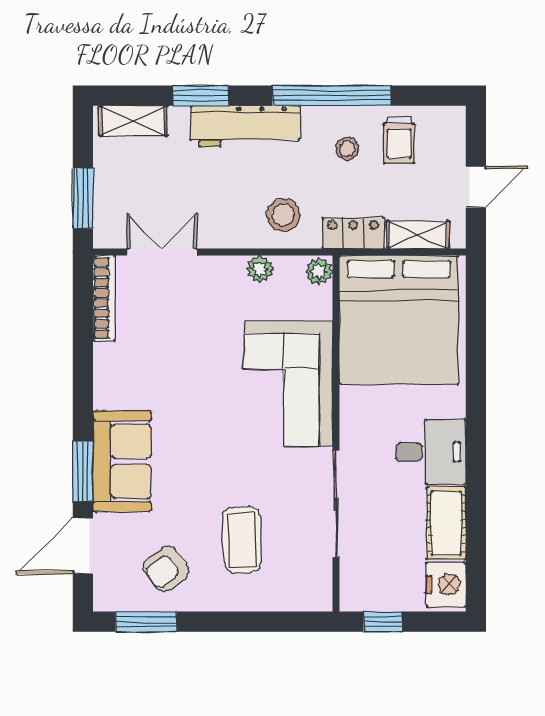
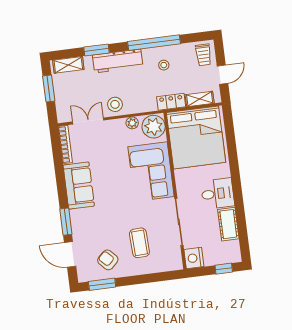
trolley: (399, 140) -> (203, 55), moved
window: (83, 198) -> (49, 89), moved
stool: (283, 215) -> (115, 104), moved
plant: (319, 271) -> (154, 127), width x1.87, depth x1.87
sofa: (122, 461) -> (79, 186), moved
door: (83, 546) -> (70, 254), hinge flipped
armchair: (166, 569) -> (108, 260), turned 83
nightstand: (446, 584) -> (194, 258), moved, turned 180
window: (383, 622) -> (224, 269), moved

